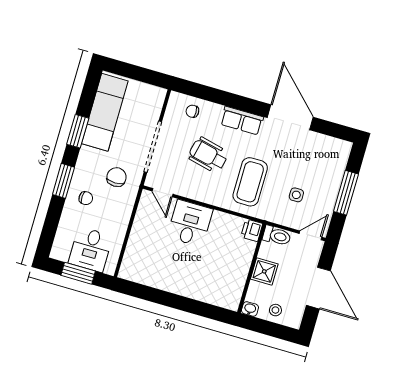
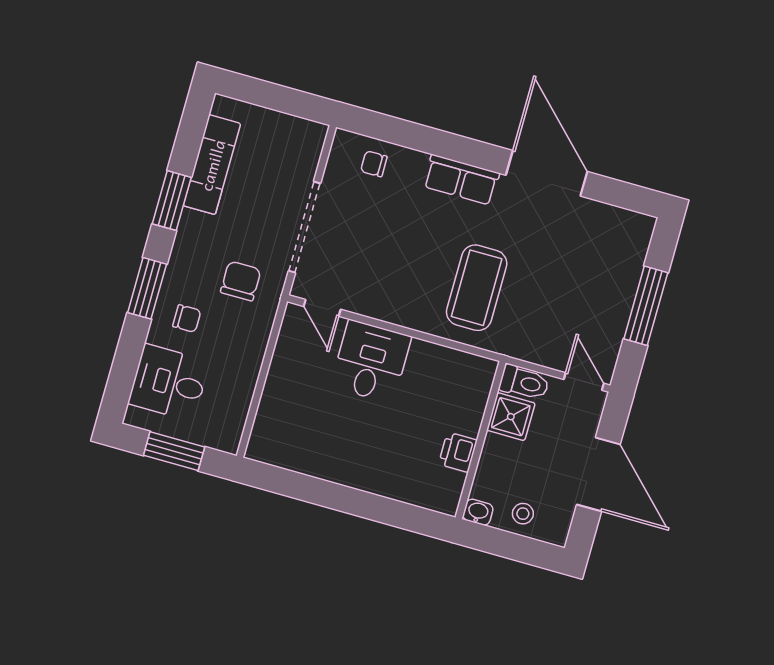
exam couch: (105, 112) -> (212, 165), width x0.73, depth x0.69
wheelchair: (208, 155) -> (402, 241), removed
side table: (296, 195) -> (558, 310), removed
printer: (252, 230) -> (458, 452), moved
door: (311, 235) -> (584, 381), hinge flipped
desk: (90, 249) -> (169, 383), moved, turned 90
shower: (264, 271) -> (511, 417), moved

